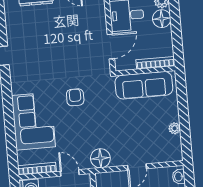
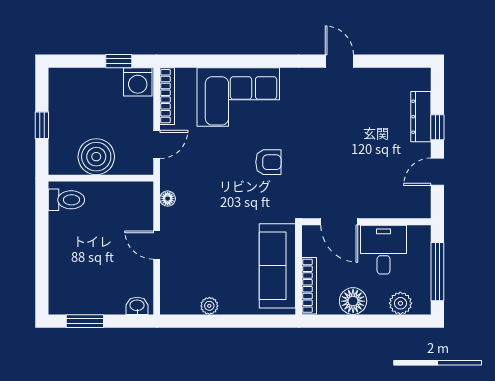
floor lamp: (162, 19) -> (353, 301), moved
floor lamp: (100, 158) -> (168, 199), width x0.53, depth x0.53

